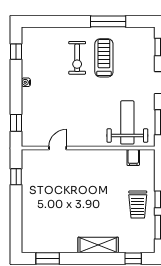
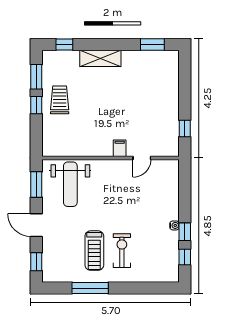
window: (16, 123) -> (185, 232), moved
filing cabinet: (133, 158) -> (120, 148), moved

